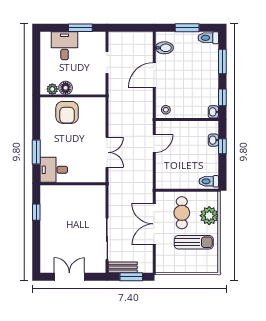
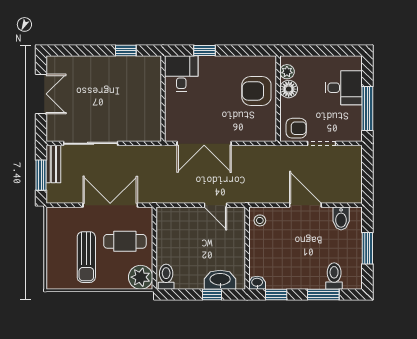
window: (80, 28) -> (367, 108), width x1.44
toilet: (208, 38) -> (334, 276), moved
armchair: (95, 82) -> (296, 128), added
washbasin: (213, 140) -> (220, 280), width x1.91, depth x1.45
window: (36, 152) -> (204, 51), width x0.67
double door: (107, 152) -> (204, 143), width x1.37
plant: (209, 216) -> (141, 277), moved

